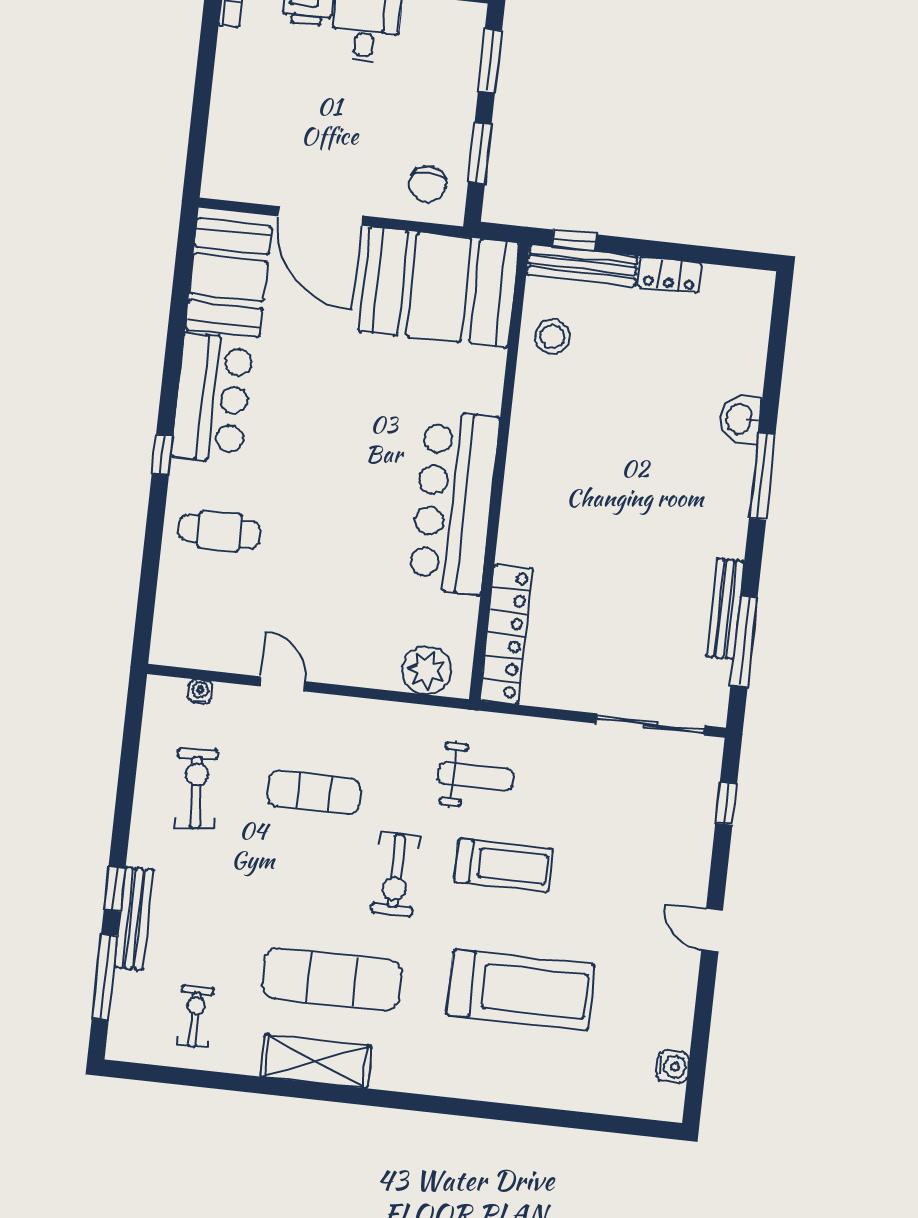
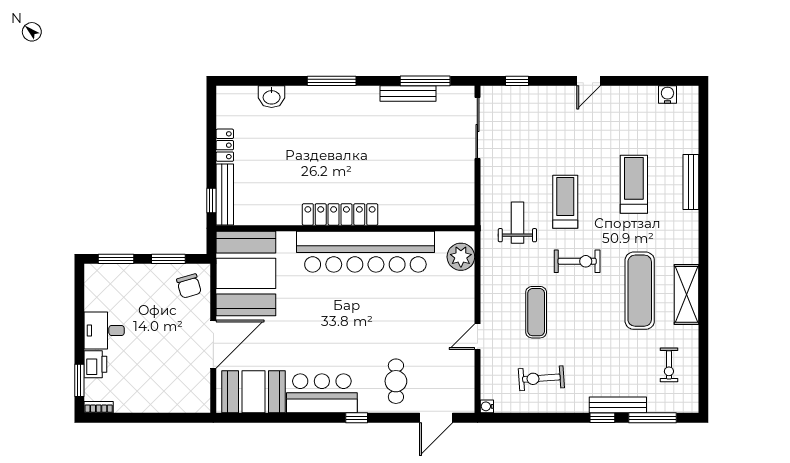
chair: (428, 184) -> (189, 286), turned 74
stool: (552, 337) -> (267, 207), removed
washbasin: (740, 419) -> (272, 97), moved
bar counter: (454, 503) -> (365, 252), width x1.36
door: (147, 595) -> (436, 418), added
locker: (506, 634) -> (340, 214), moved
water cooler: (200, 692) -> (487, 406), moved
treadmill: (521, 990) -> (634, 184), width x0.73, depth x0.73
exercise bike: (195, 1016) -> (669, 365), turned -90
bench: (514, 1091) -> (691, 182), added

